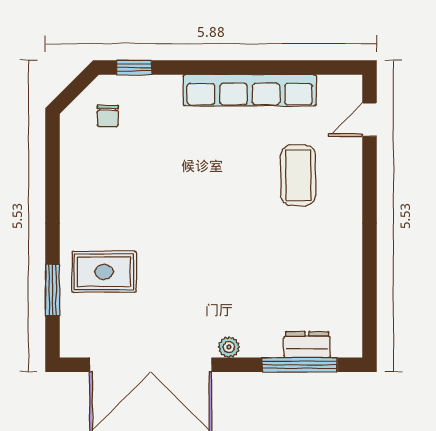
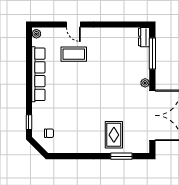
plant: (347, 85) -> (36, 34), added
door: (369, 120) -> (73, 25), moved
dresser: (307, 345) -> (144, 37), moved

